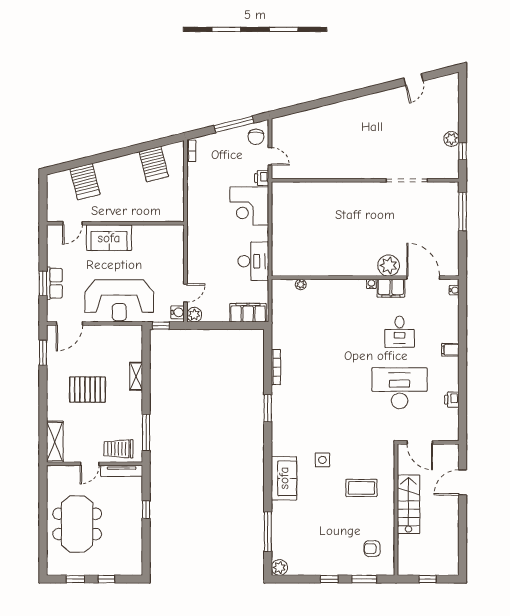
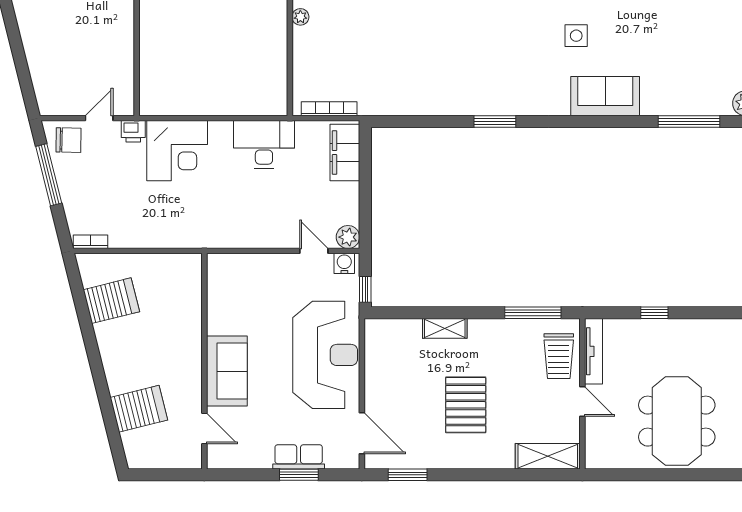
plant: (301, 284) -> (300, 17), moved
bookcase: (276, 367) -> (329, 109), moved
meeting table: (77, 524) -> (677, 421), turned 90

